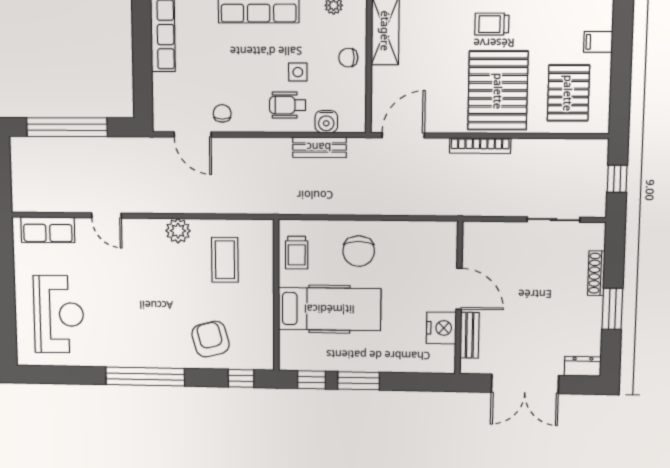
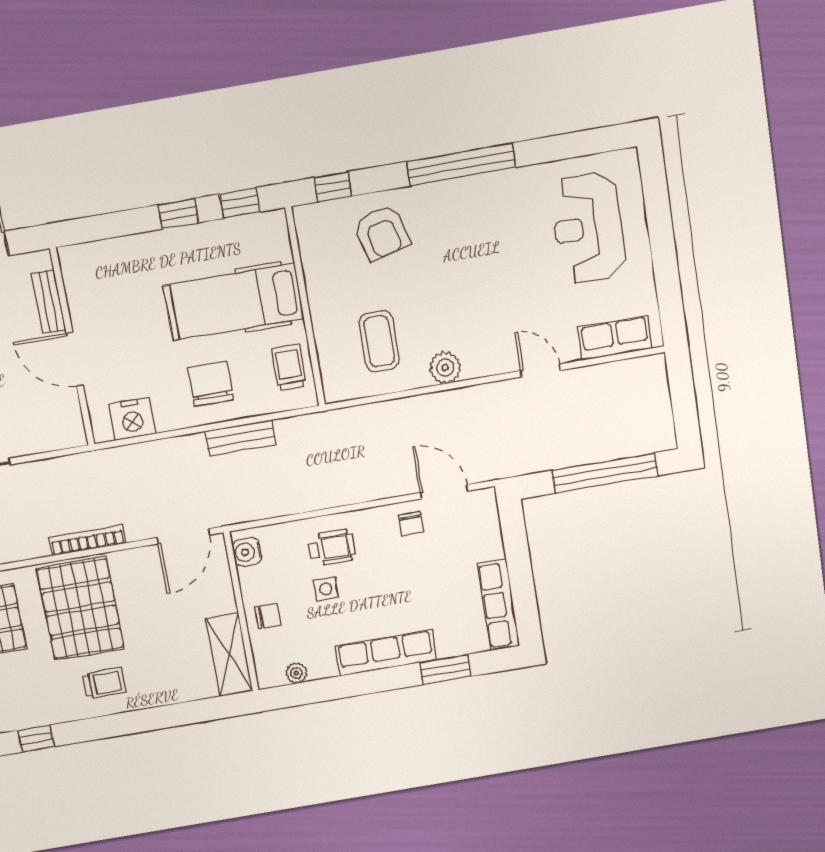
water cooler: (326, 122) -> (247, 552), moved, turned -90
bench: (319, 147) -> (241, 438), moved
nightstand: (441, 328) -> (132, 419), moved, turned -90
window: (359, 381) -> (178, 214), width x0.67

